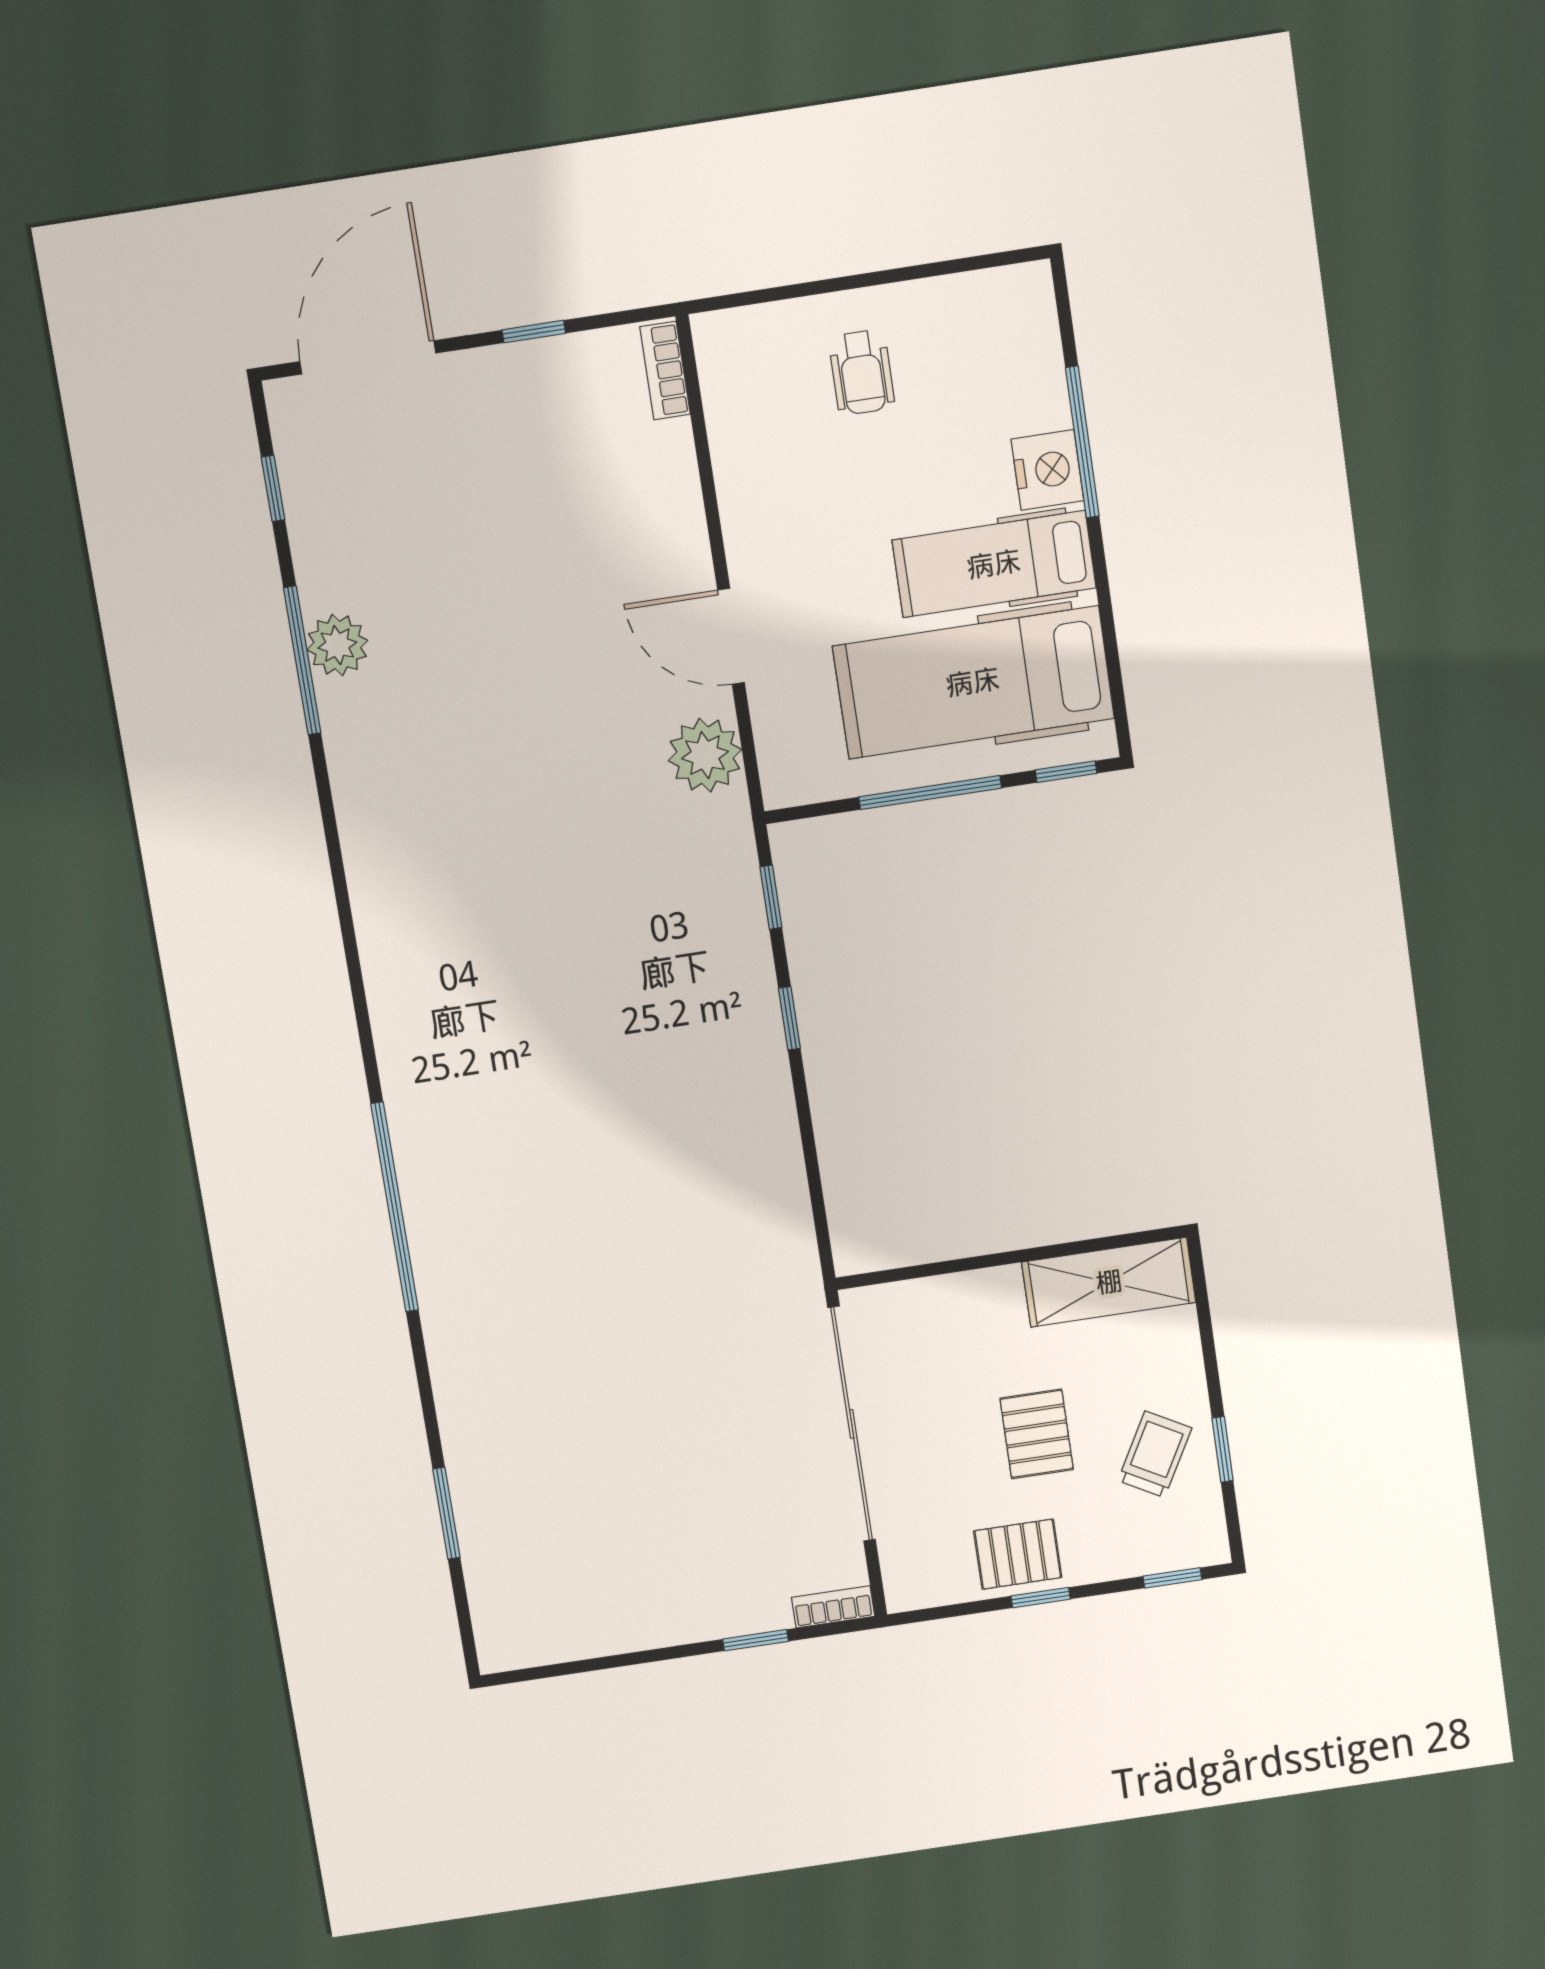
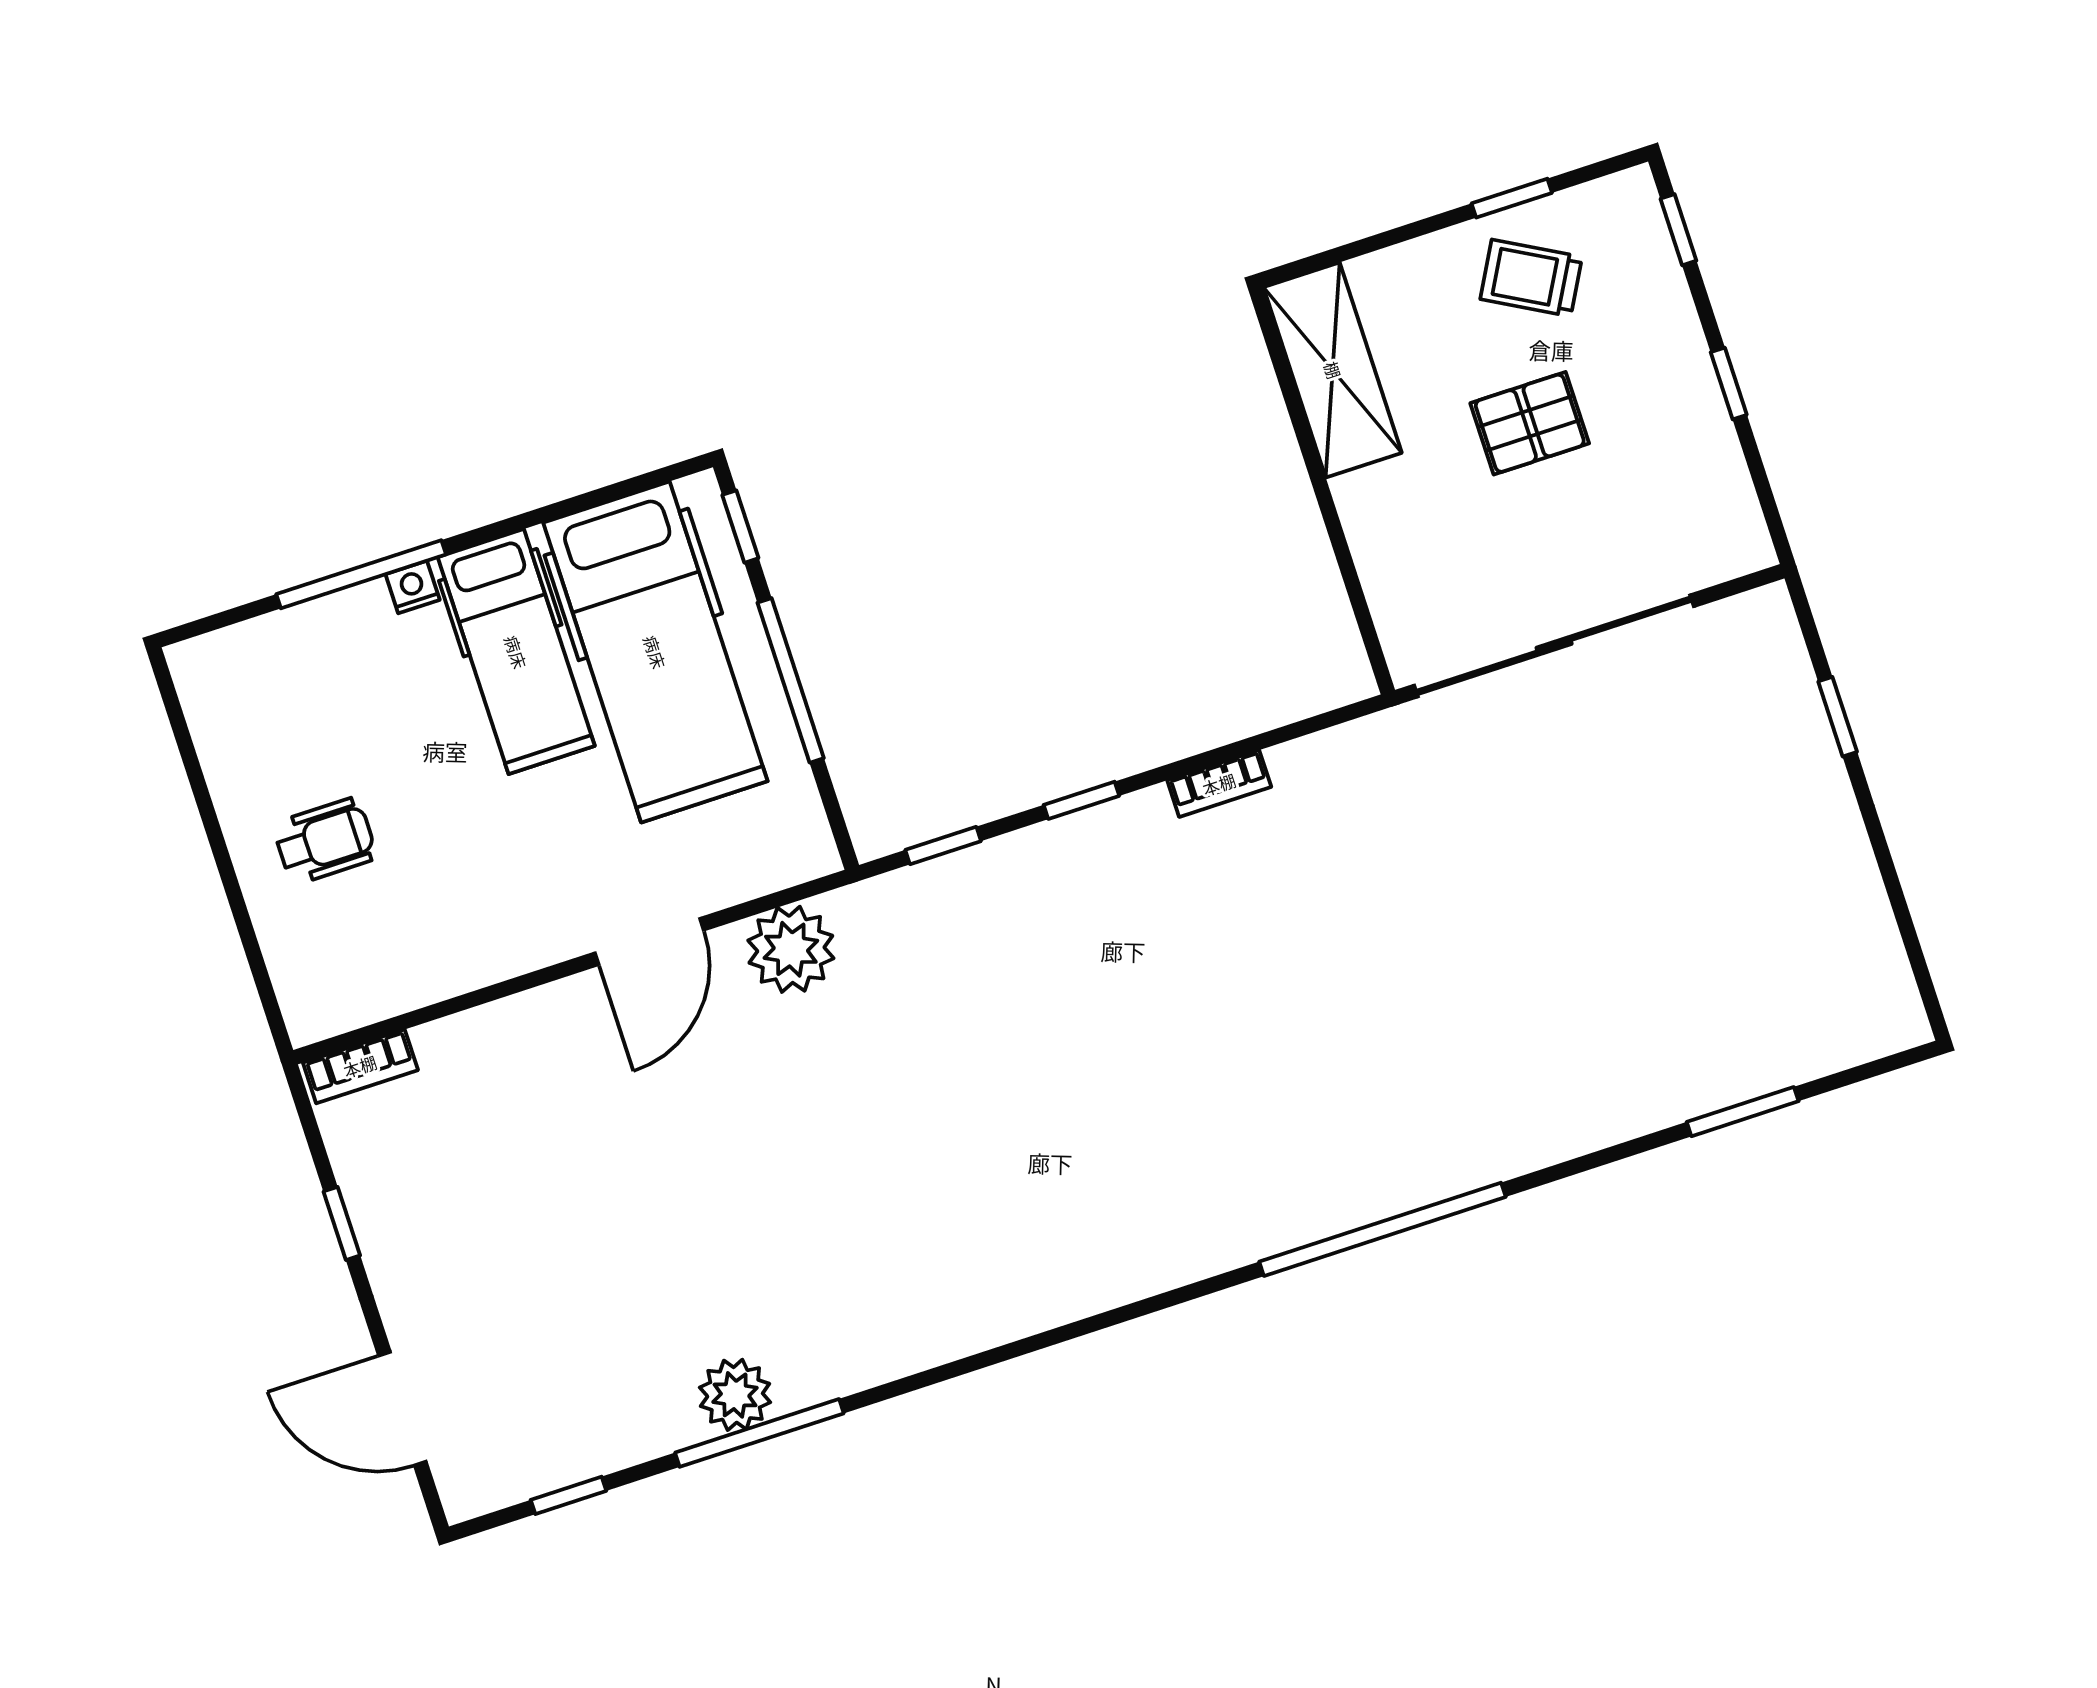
door: (368, 357) -> (402, 1409), width x0.73
nightstand: (1047, 470) -> (413, 587), width x0.53, depth x0.56
pallet: (1018, 1554) -> (1680, 420), removed
bookcase: (833, 1607) -> (1219, 784), moved, turned -90

